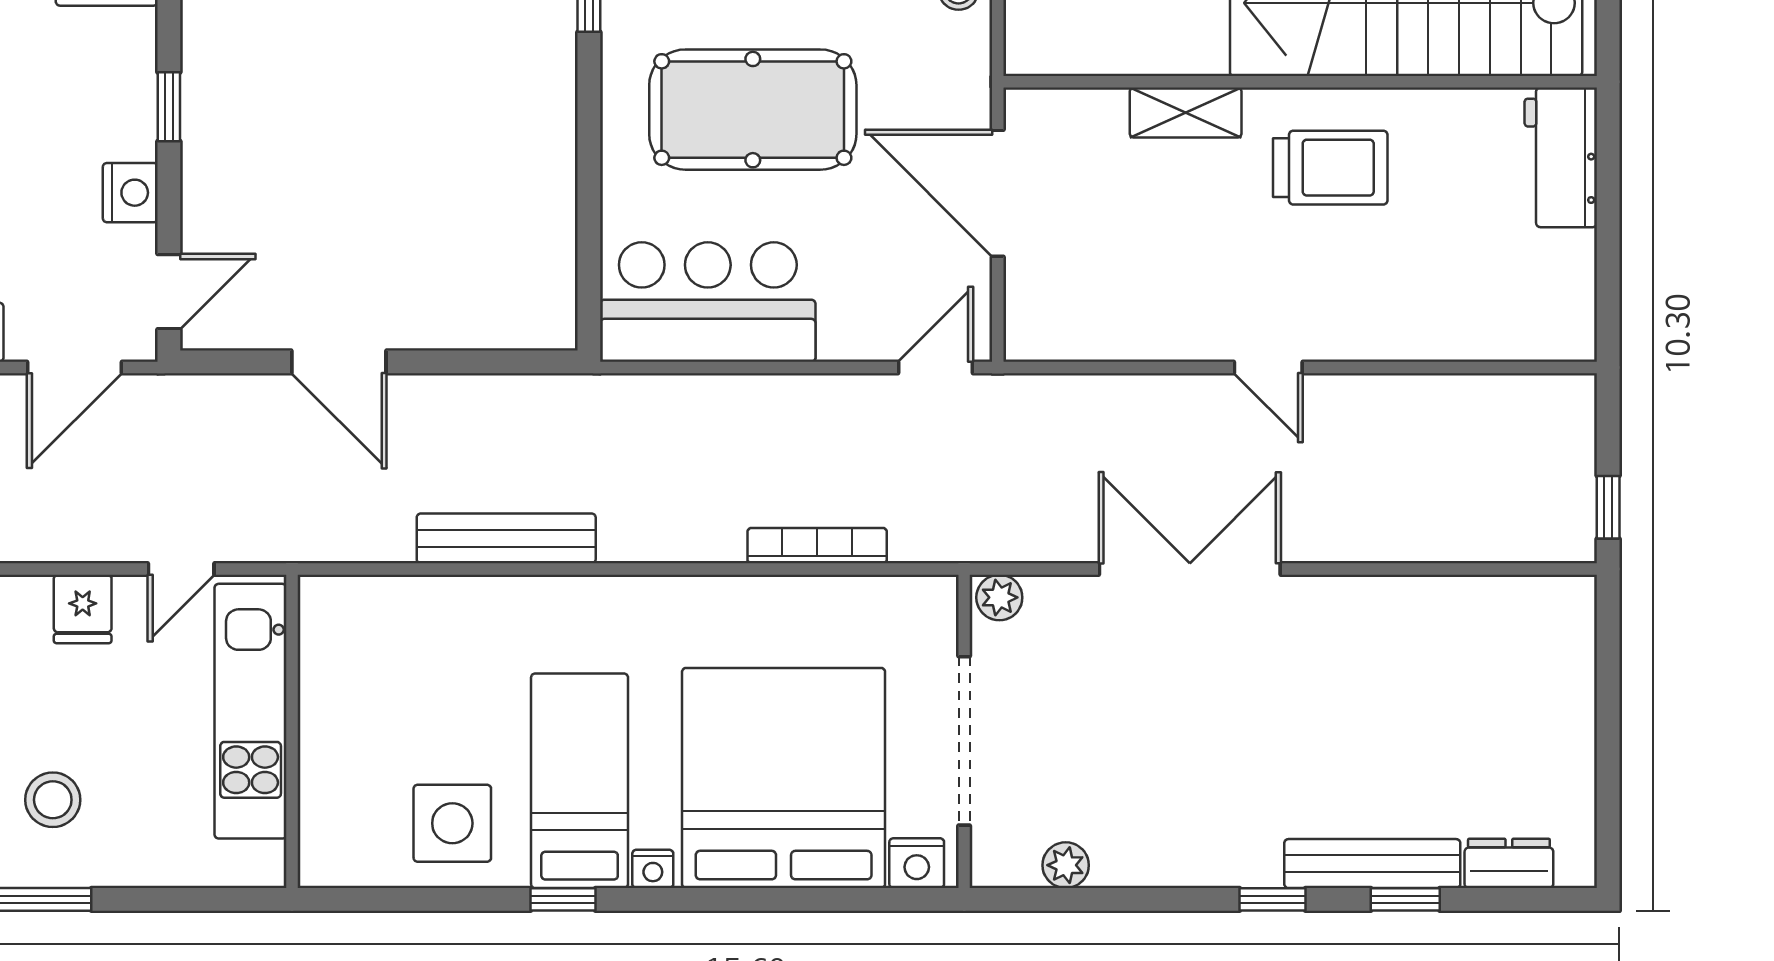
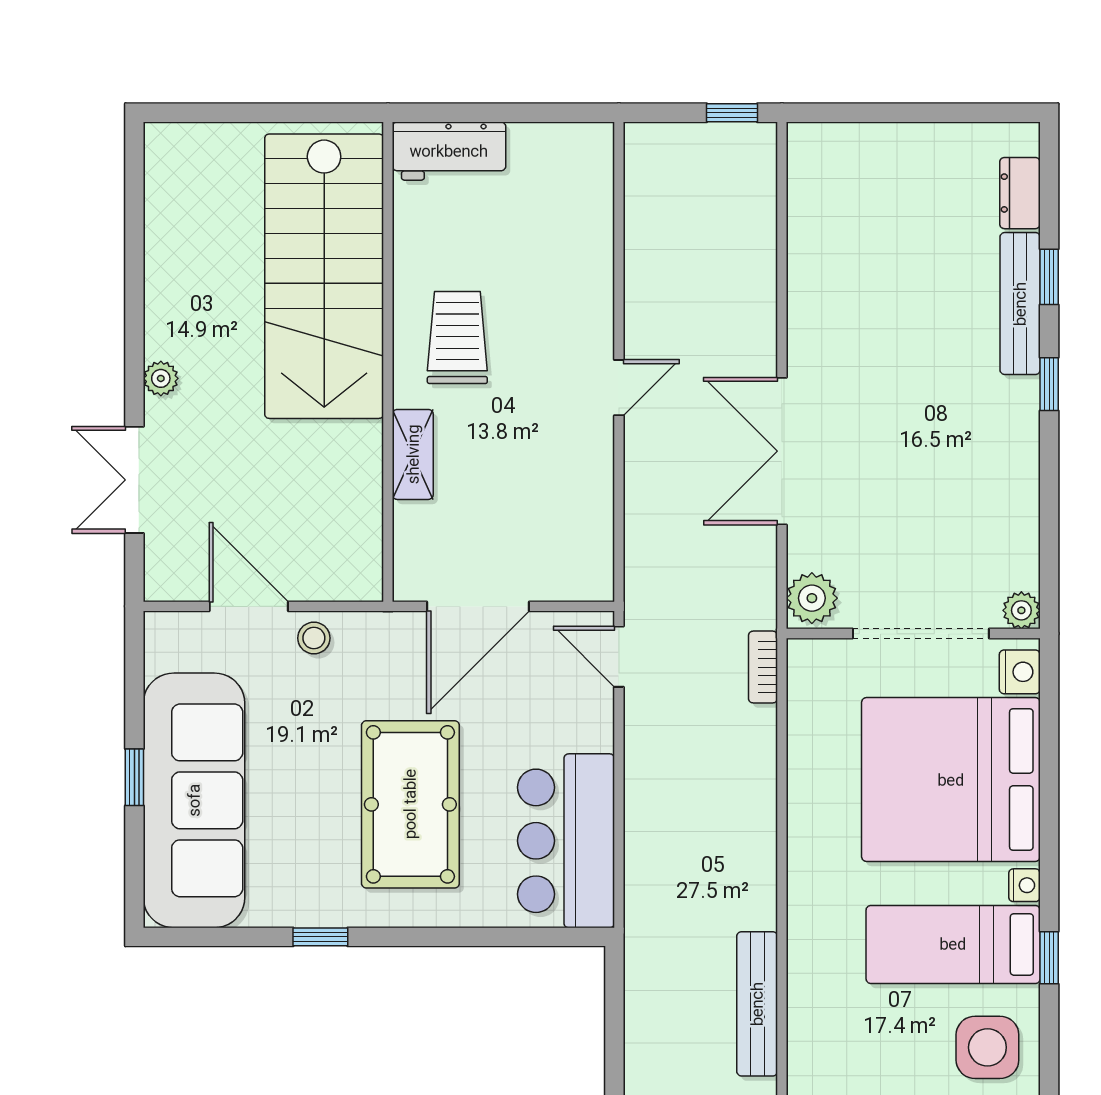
bookcase: (817, 546) -> (763, 667), moved, width x0.64
plant: (999, 597) -> (812, 598), width x1.38, depth x1.38
plant: (1066, 865) -> (1021, 610), moved

